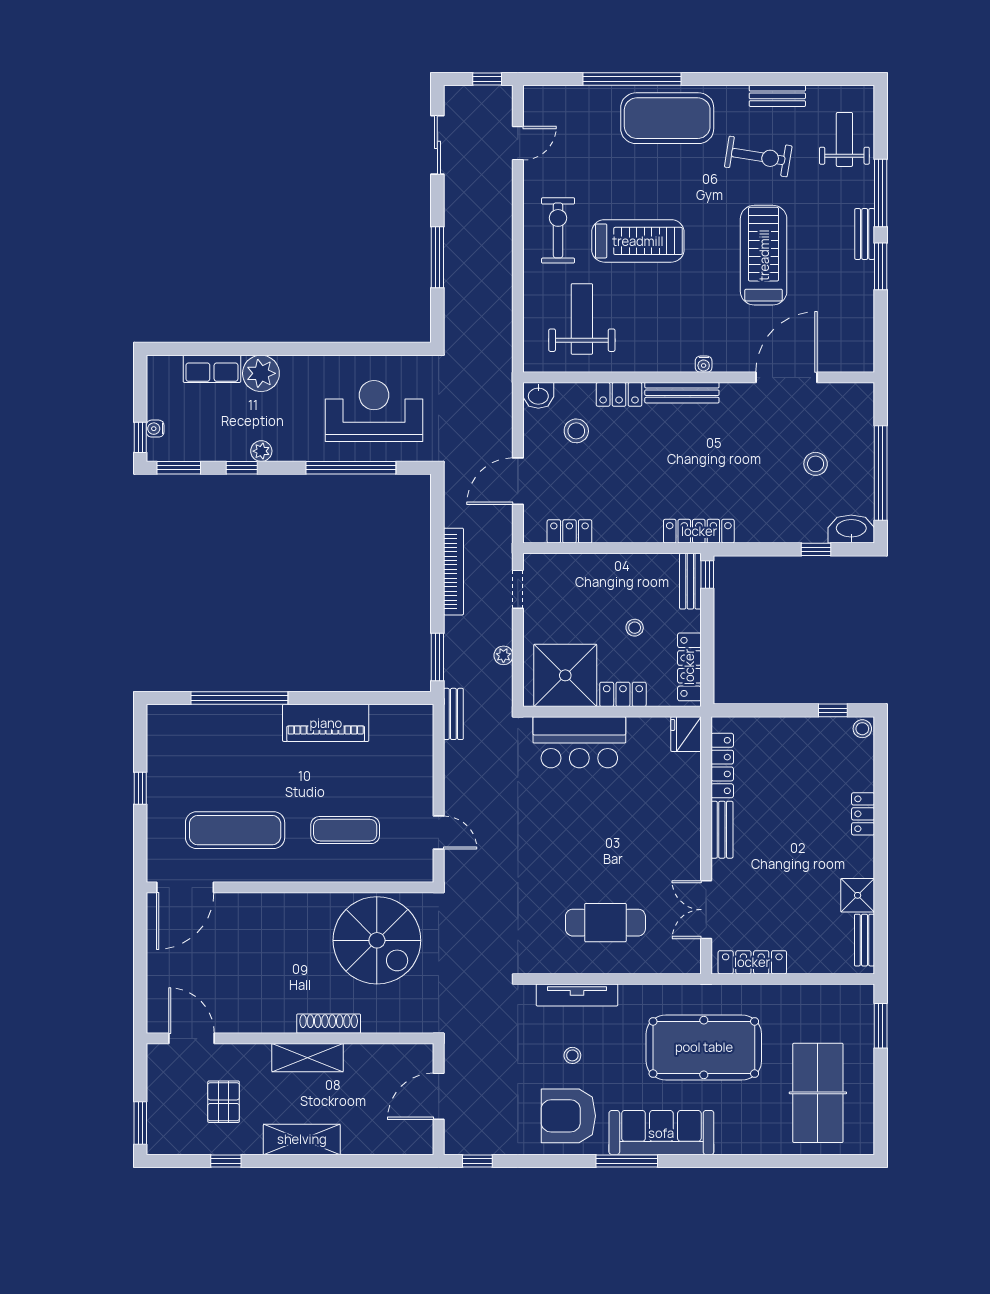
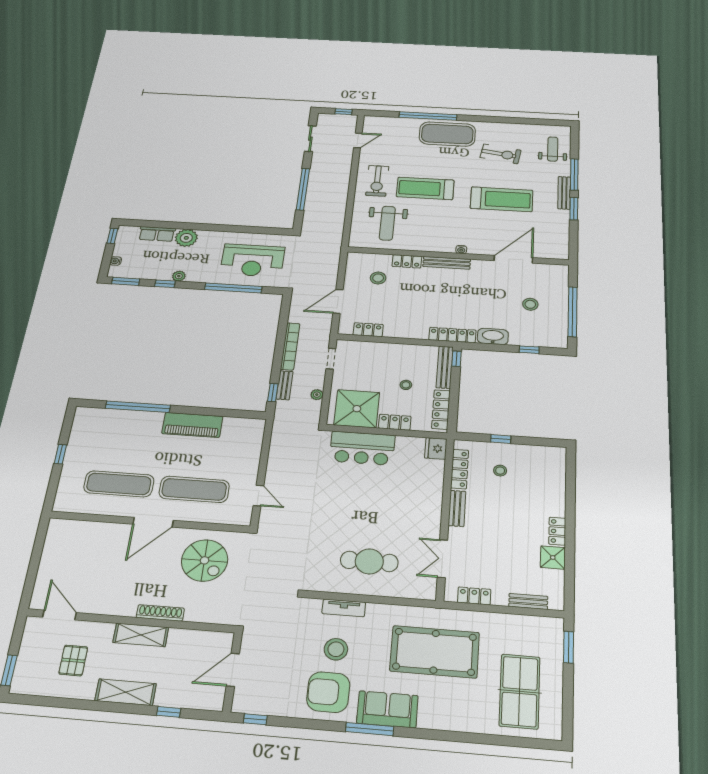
bench: (777, 96) -> (513, 128), removed
exercise bike: (558, 230) -> (377, 181), turned 180
bench: (865, 234) -> (564, 193), width x1.36
treadmill: (638, 241) -> (425, 188), turned 180
treadmill: (764, 255) -> (502, 199), turned 90
window: (437, 257) -> (303, 189), width x1.46
weight bench: (582, 319) -> (387, 223), turned 180
washbasin: (538, 395) -> (356, 259), removed
reception desk: (374, 411) -> (253, 260), turned 180
window: (140, 437) -> (112, 236), moved
washbasin: (851, 529) -> (493, 336), moved
bench: (690, 581) -> (445, 367), width x1.36
window: (437, 657) -> (273, 393), width x0.67
window: (833, 710) -> (501, 439), moved
bench: (453, 714) -> (285, 385), moved
stool: (862, 729) -> (500, 471), moved
locker: (863, 814) -> (557, 531), moved
exercise mat: (345, 830) -> (194, 489), width x1.36, depth x1.45
door: (185, 887) -> (153, 522), moved
spiral stairs: (377, 940) -> (205, 560), width x0.73, depth x0.73
bench: (864, 940) -> (528, 601), moved, turned 90
locker: (752, 962) -> (474, 596), width x0.66
tv unit: (577, 995) -> (344, 608), width x0.71
stool: (572, 1055) -> (336, 649), width x1.89, depth x1.89
sofa: (661, 1133) -> (387, 709), width x0.73
window: (226, 1161) -> (169, 712), moved

